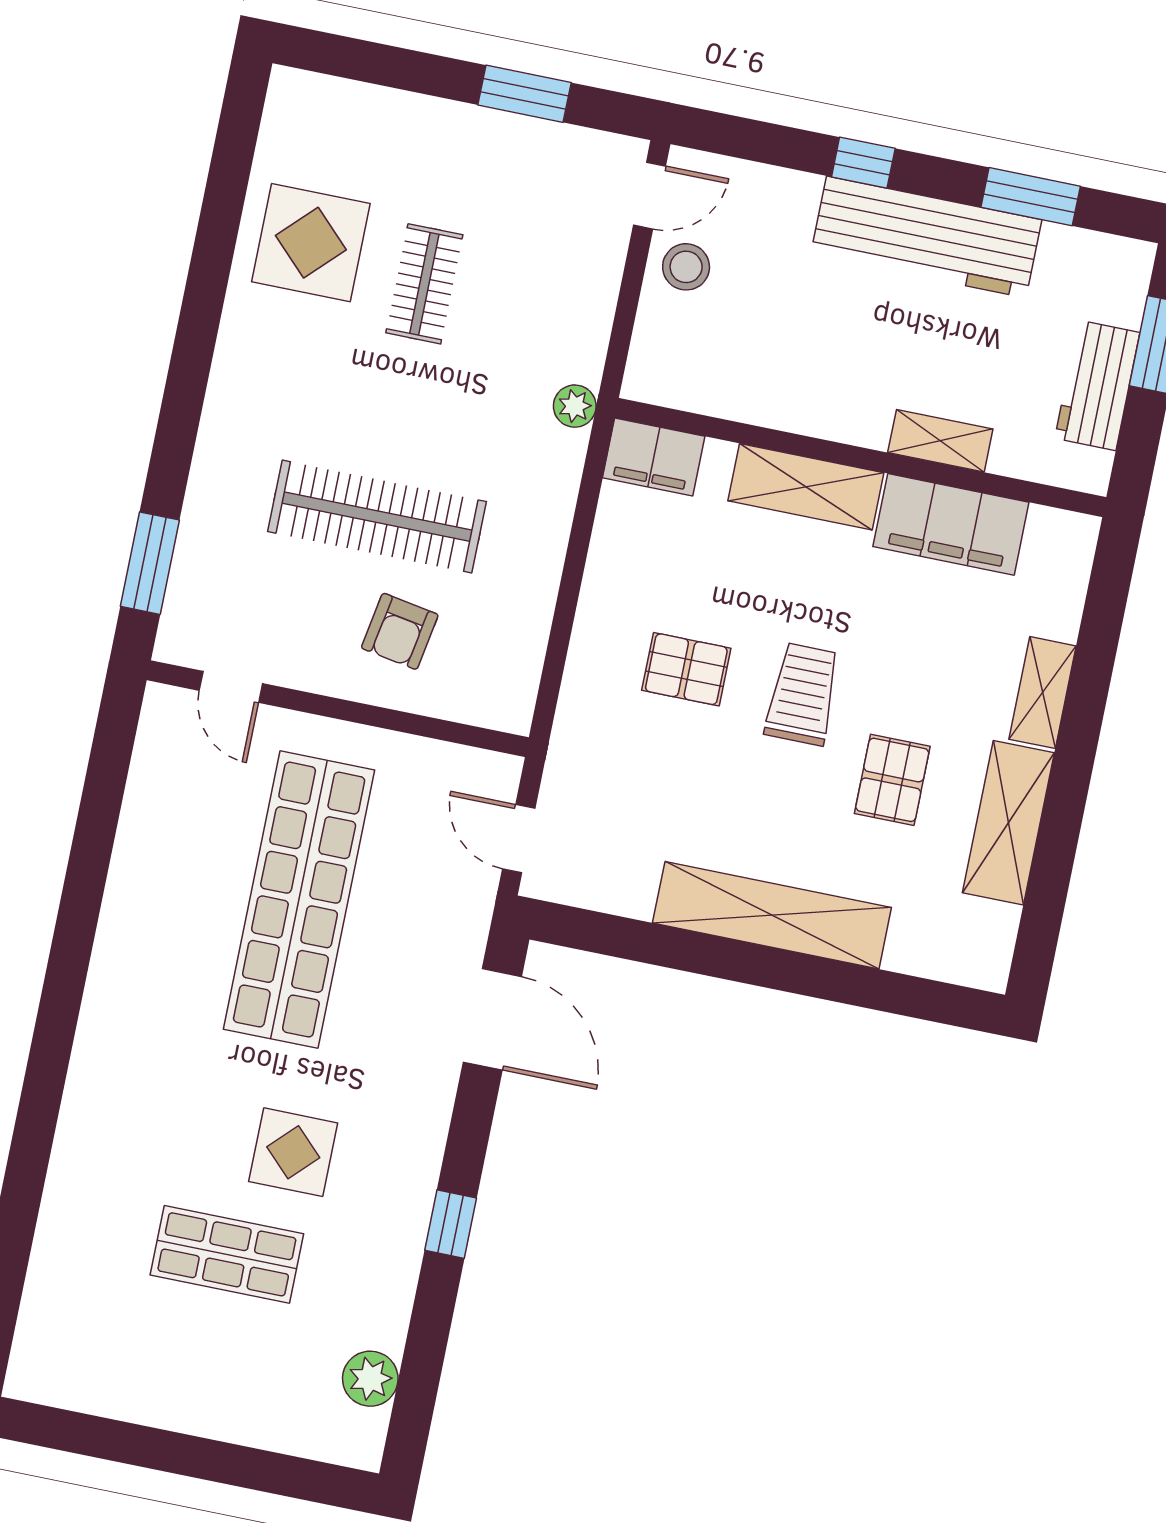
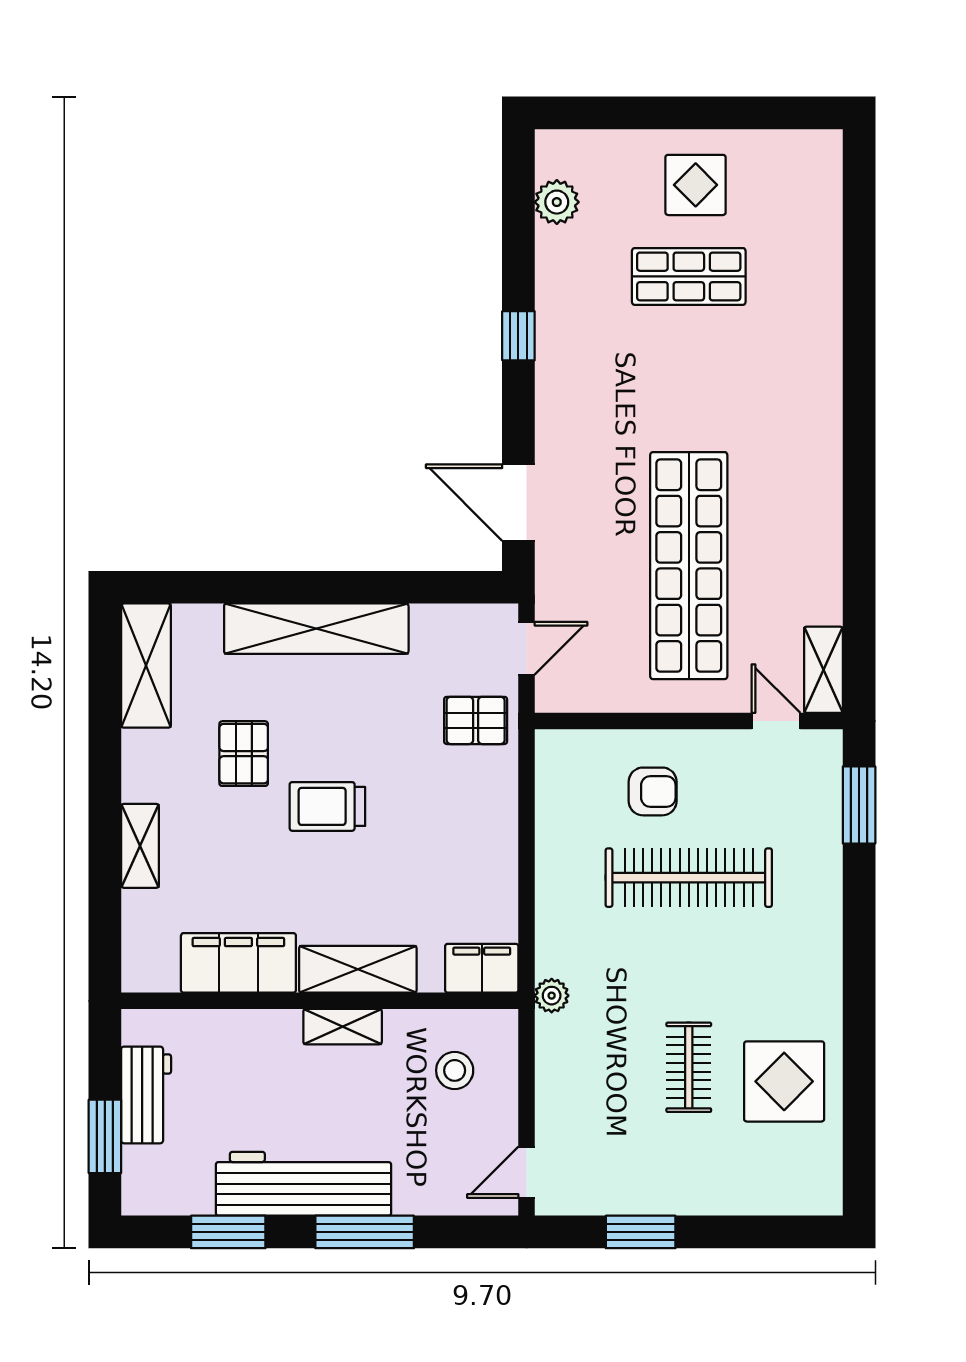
window: (863, 163) -> (365, 1232), width x2.17
stool: (686, 267) -> (455, 1070), moved
shelving: (940, 441) -> (343, 1027), moved
armchair: (400, 631) -> (653, 791), turned 80
pallet: (686, 669) -> (476, 720), moved
trolley: (803, 694) -> (327, 806), turned 90
shelving: (160, 738) -> (823, 670), added
shelving: (1008, 823) -> (146, 666), moved
door: (519, 839) -> (527, 648), hinge flipped
display table: (293, 1152) -> (696, 185), moved

